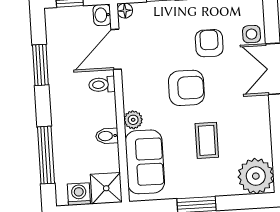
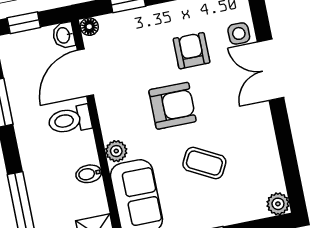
toilet: (102, 85) -> (70, 120), width x1.37, depth x1.39
coffee table: (207, 140) -> (204, 163), turned -62
plant: (256, 176) -> (278, 204), width x0.53, depth x0.53

